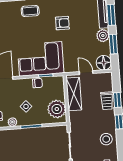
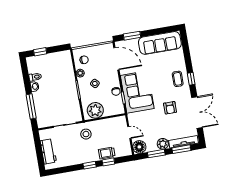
door: (86, 73) -> (129, 133), hinge flipped
shelving: (74, 94) -> (110, 124), removed
stool: (106, 139) -> (86, 134), moved

